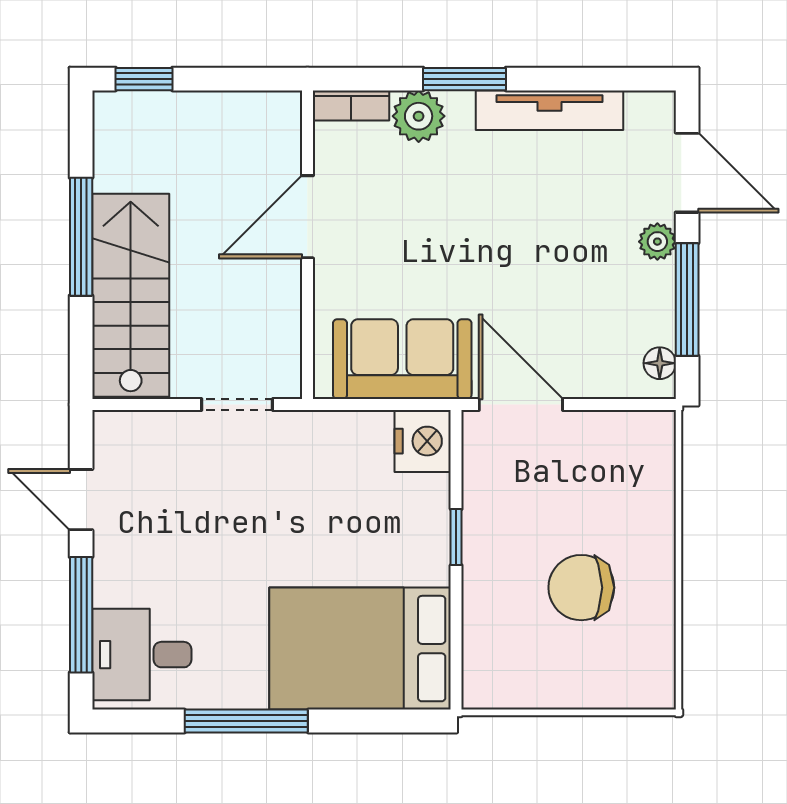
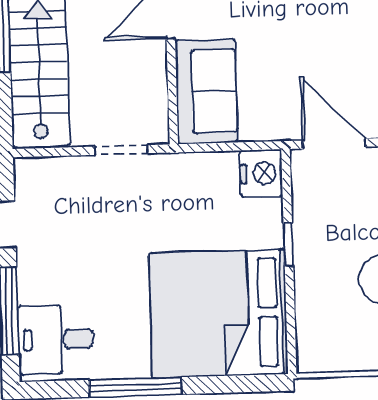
sofa: (402, 359) -> (206, 91), moved, turned 90
bed: (360, 649) -> (218, 314), width x1.36

